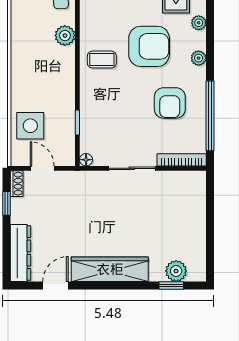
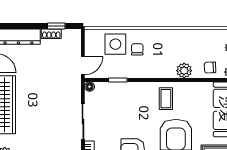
chair: (37, 97) -> (137, 49), added
door: (42, 168) -> (83, 65), moved
shoe rack: (17, 184) -> (51, 34), moved

